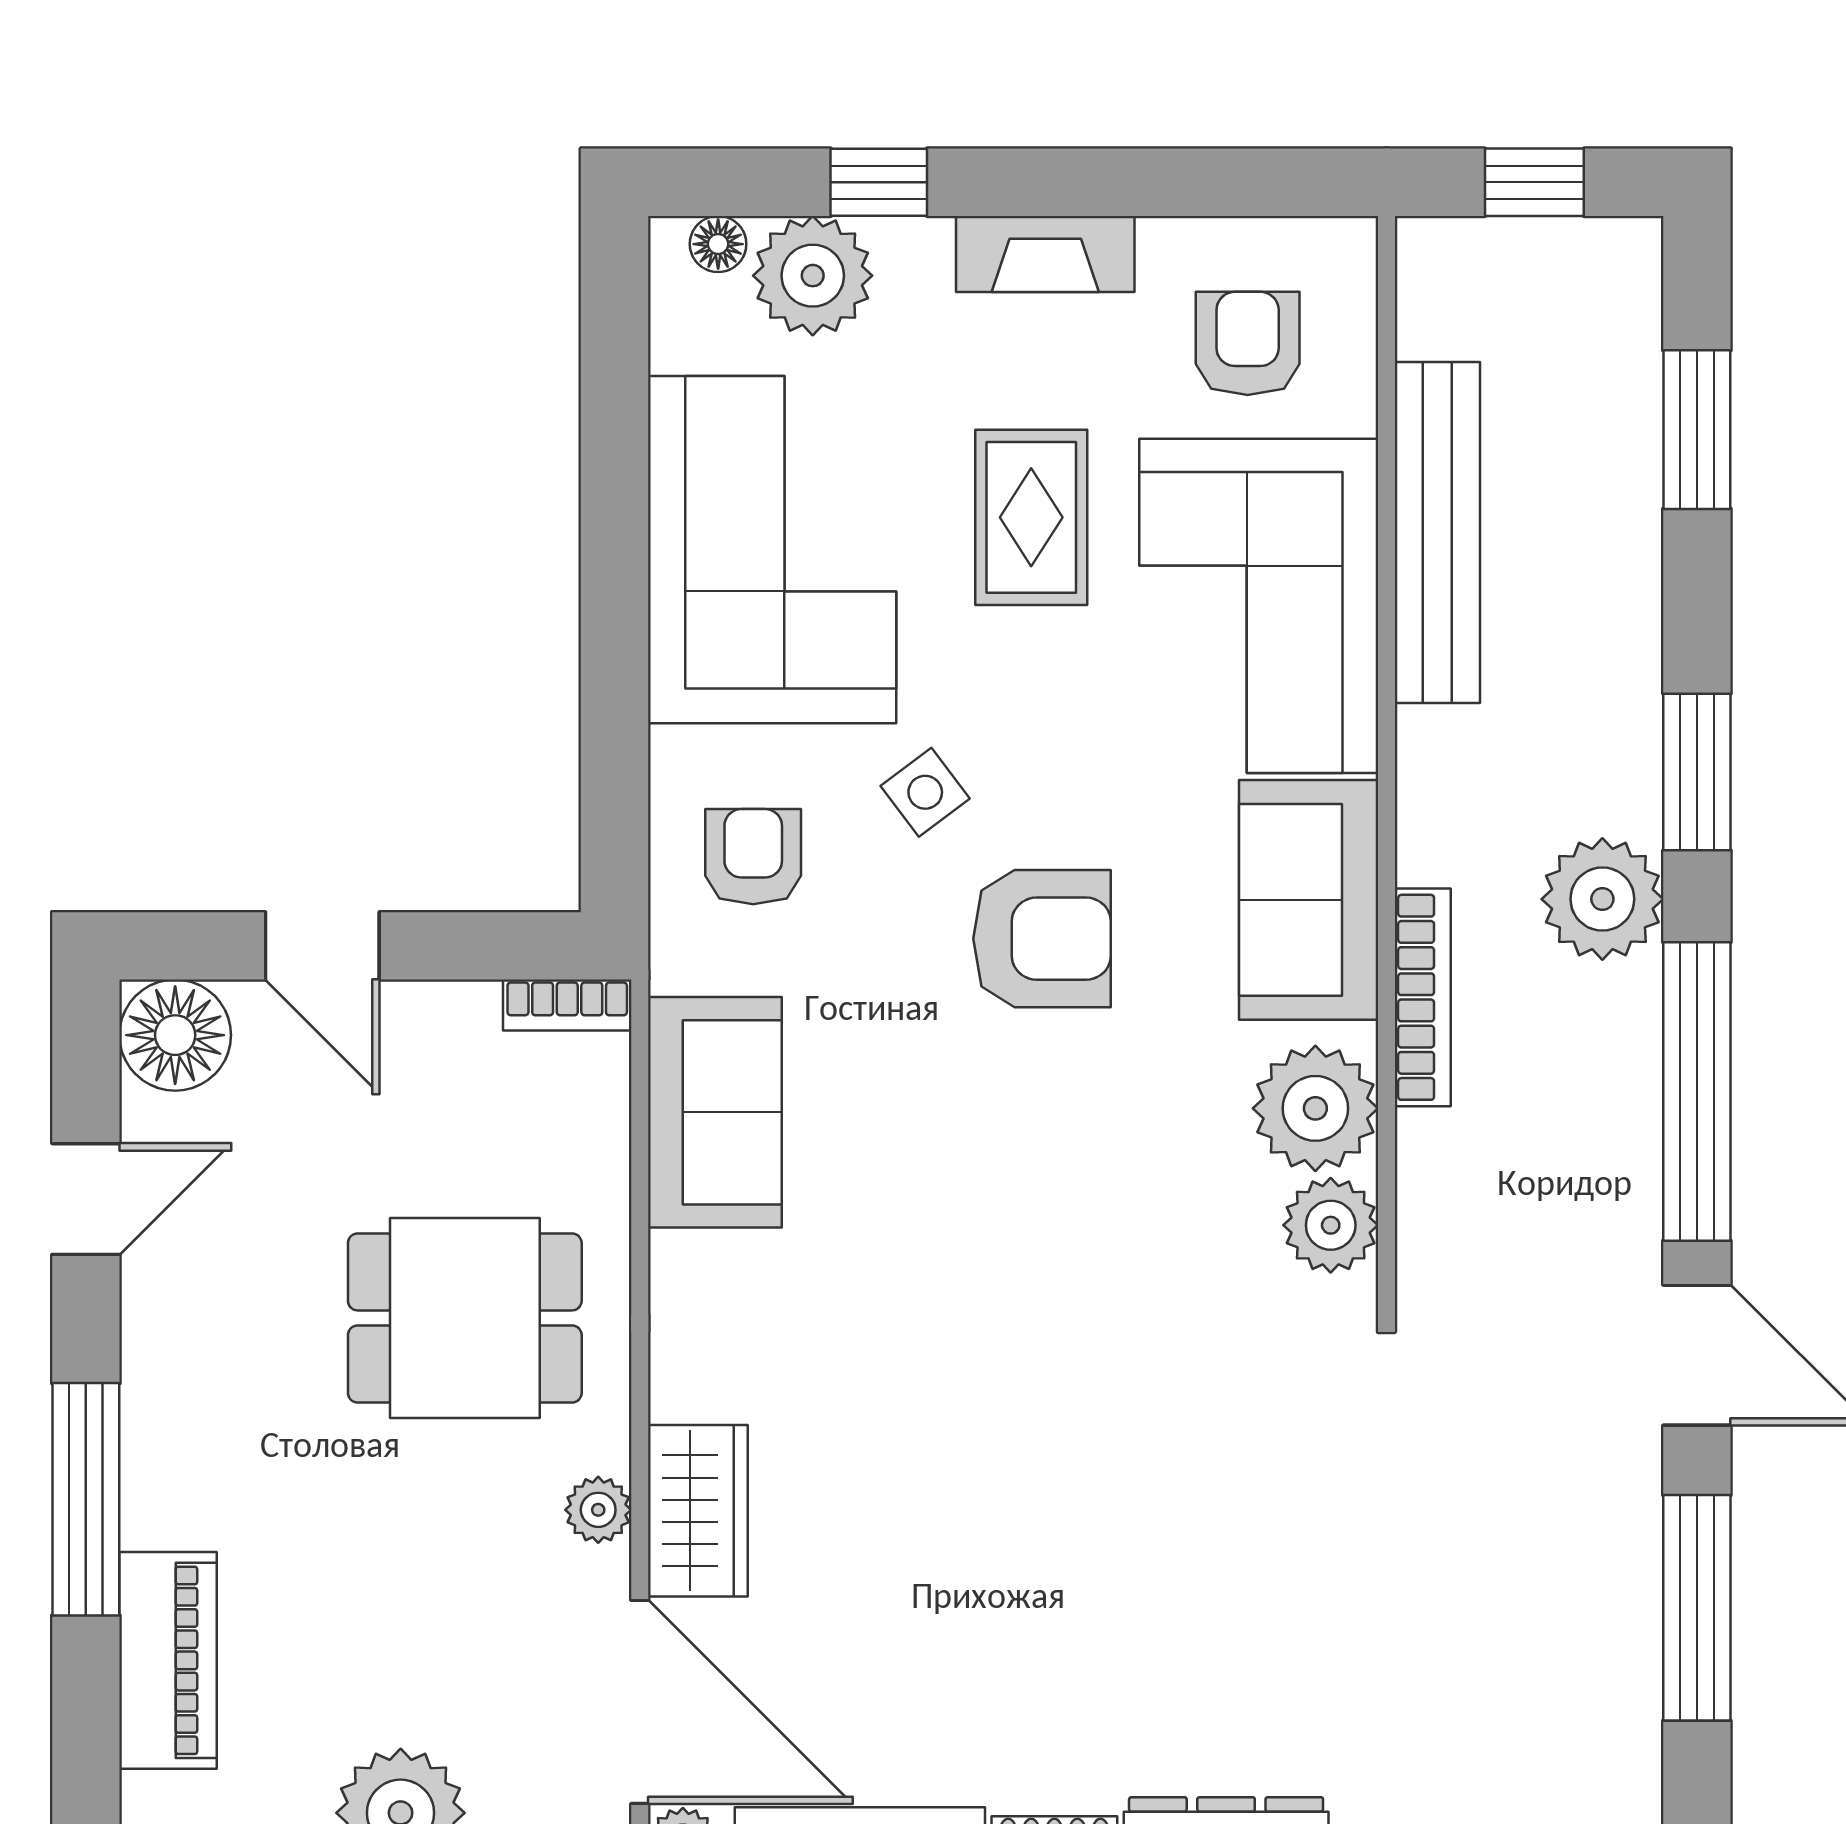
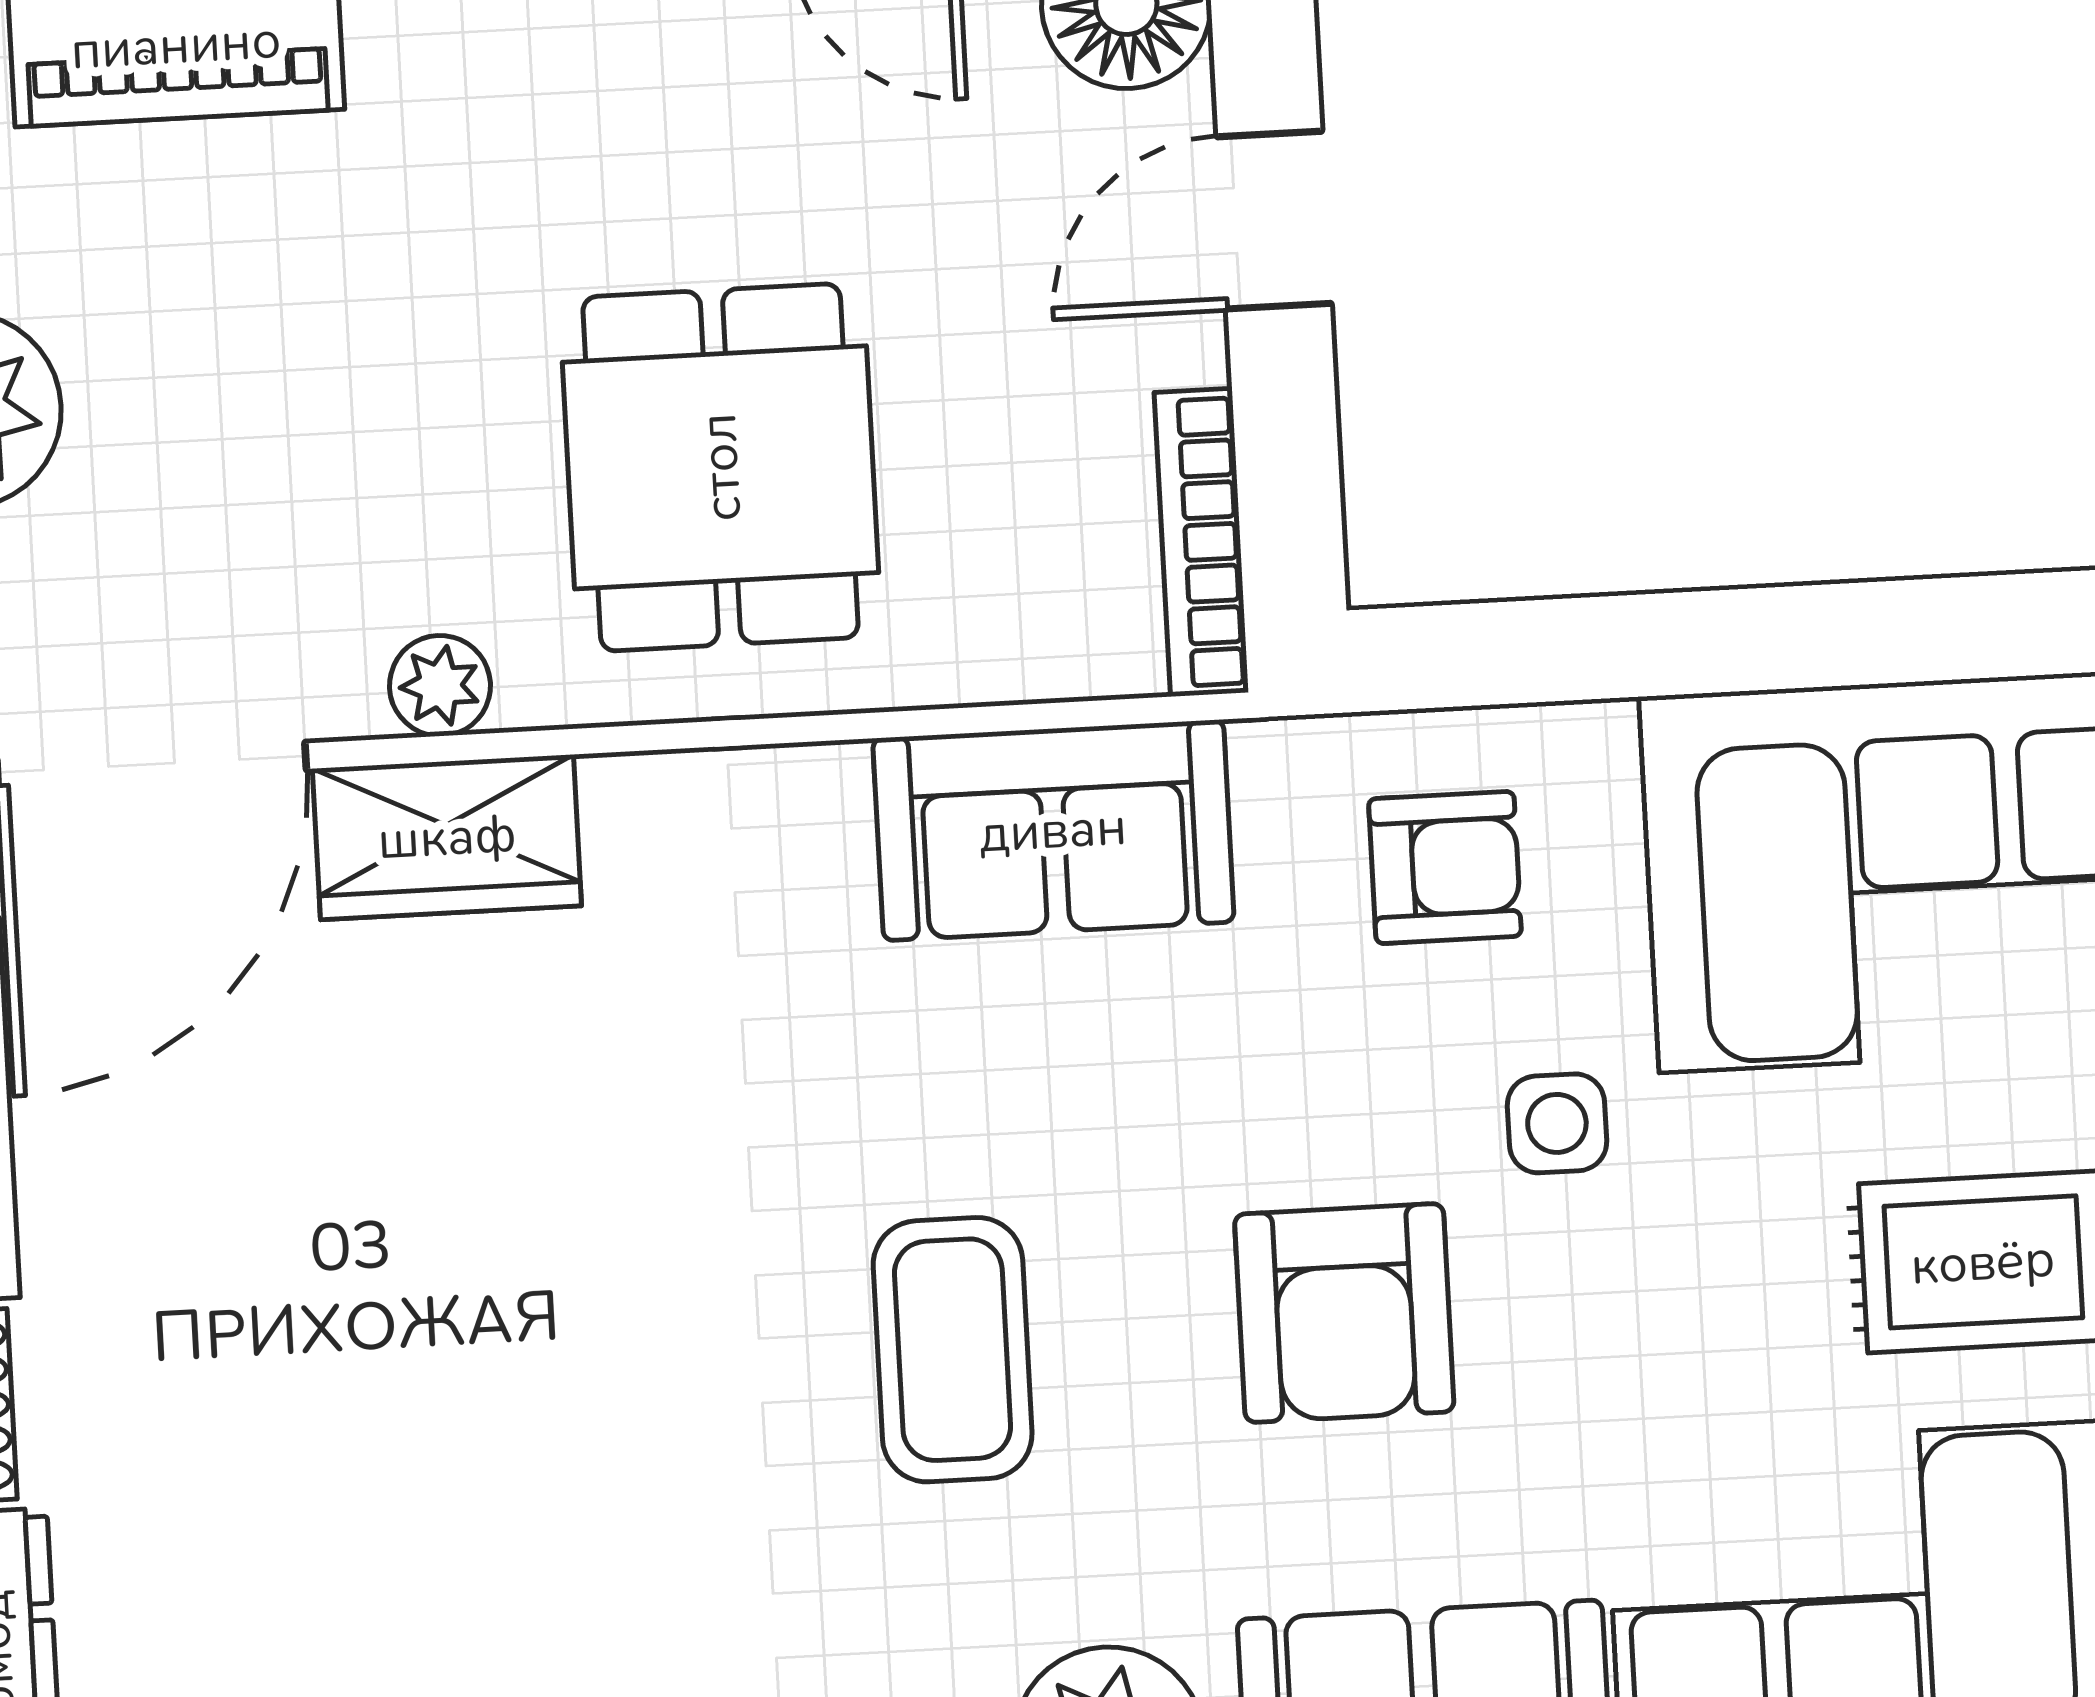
side table: (925, 792) -> (1557, 1123), turned 37
bookcase: (567, 1005) -> (1201, 542), width x1.56
coffee table: (1052, 1197) -> (953, 1350), added

